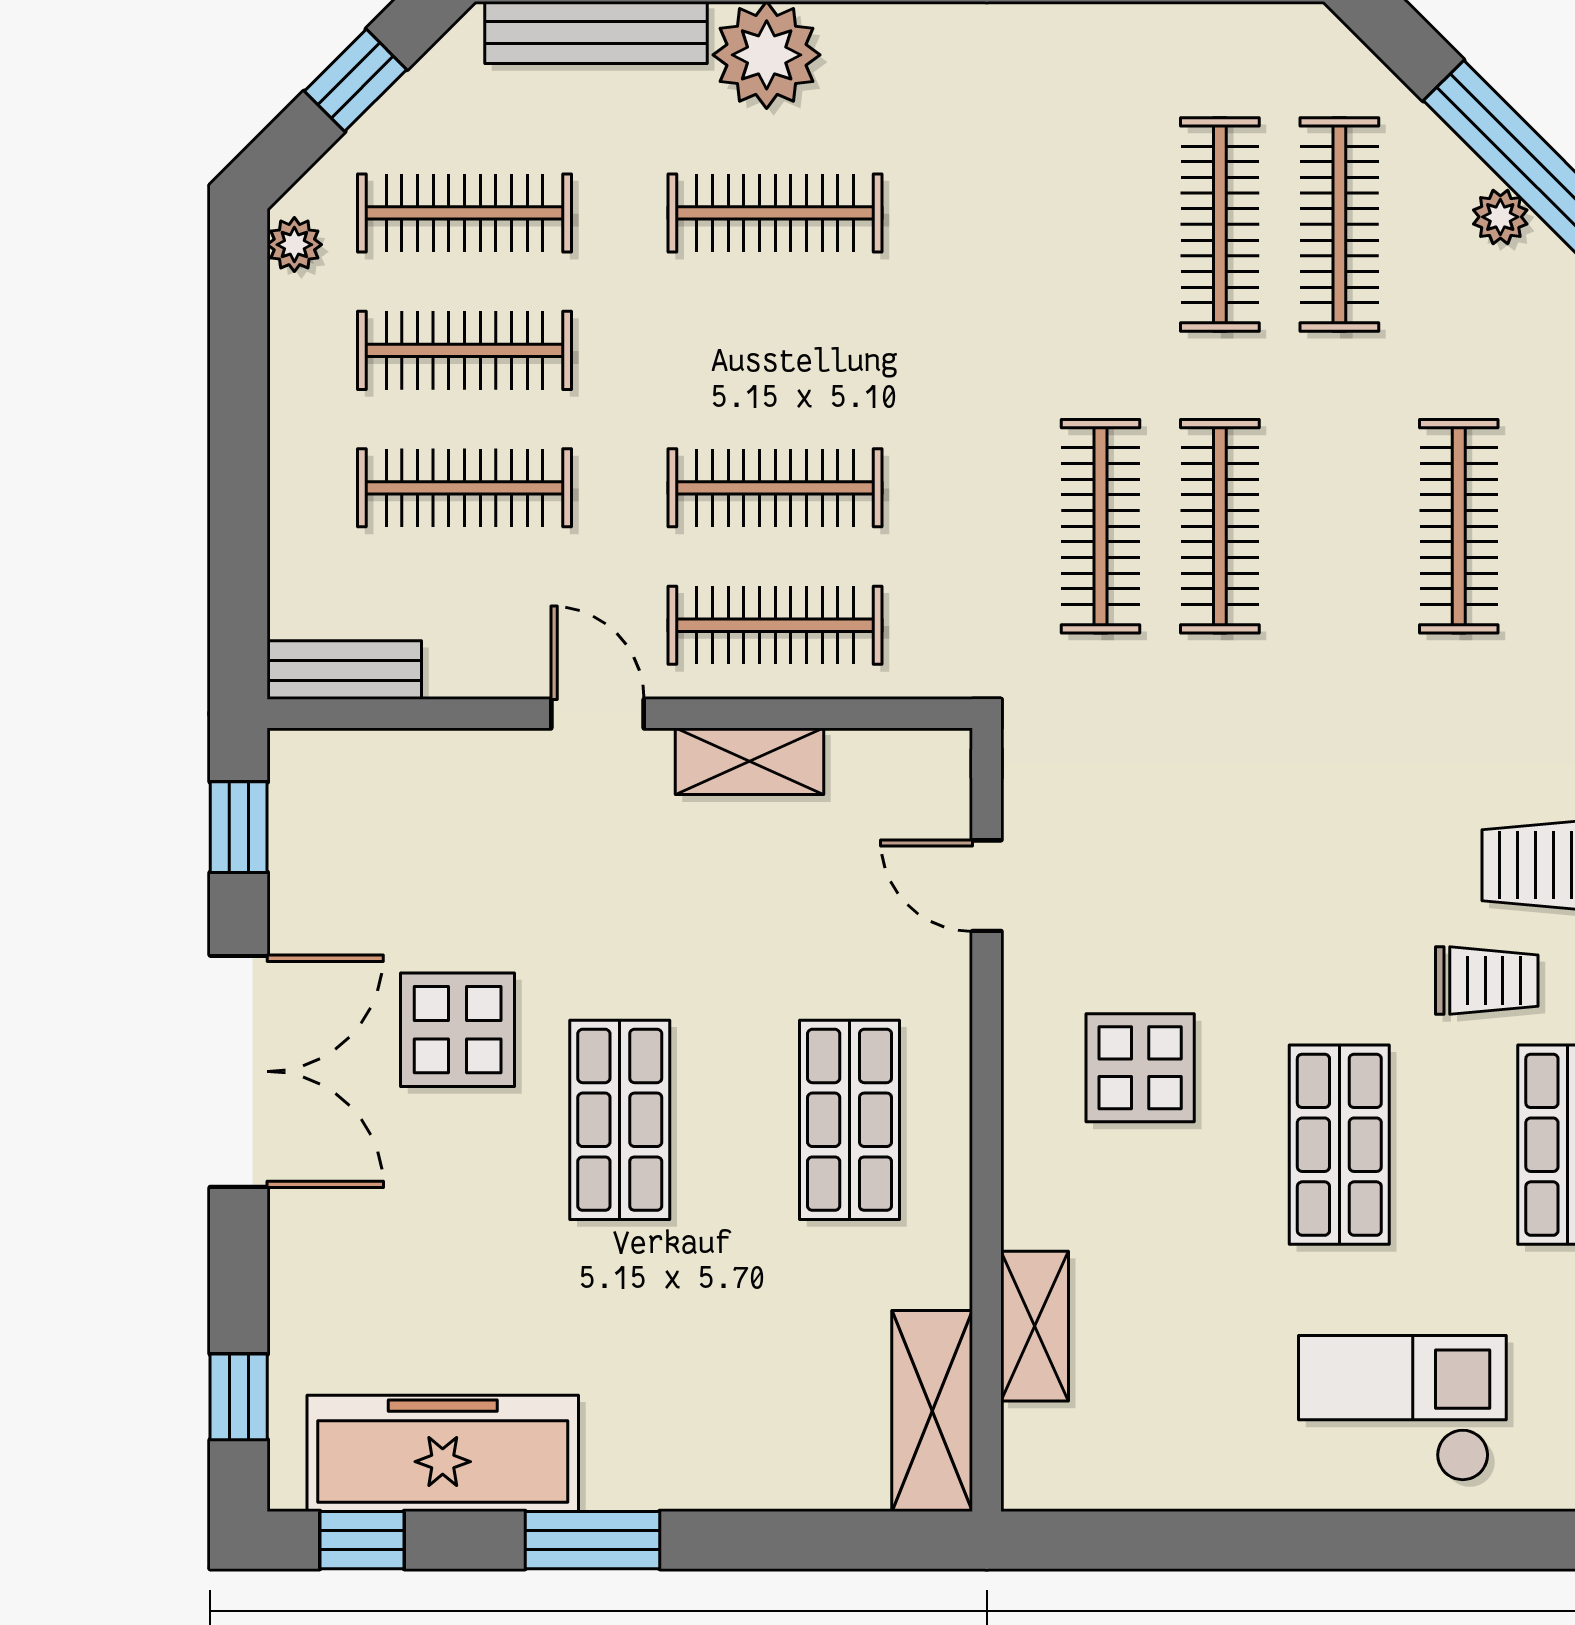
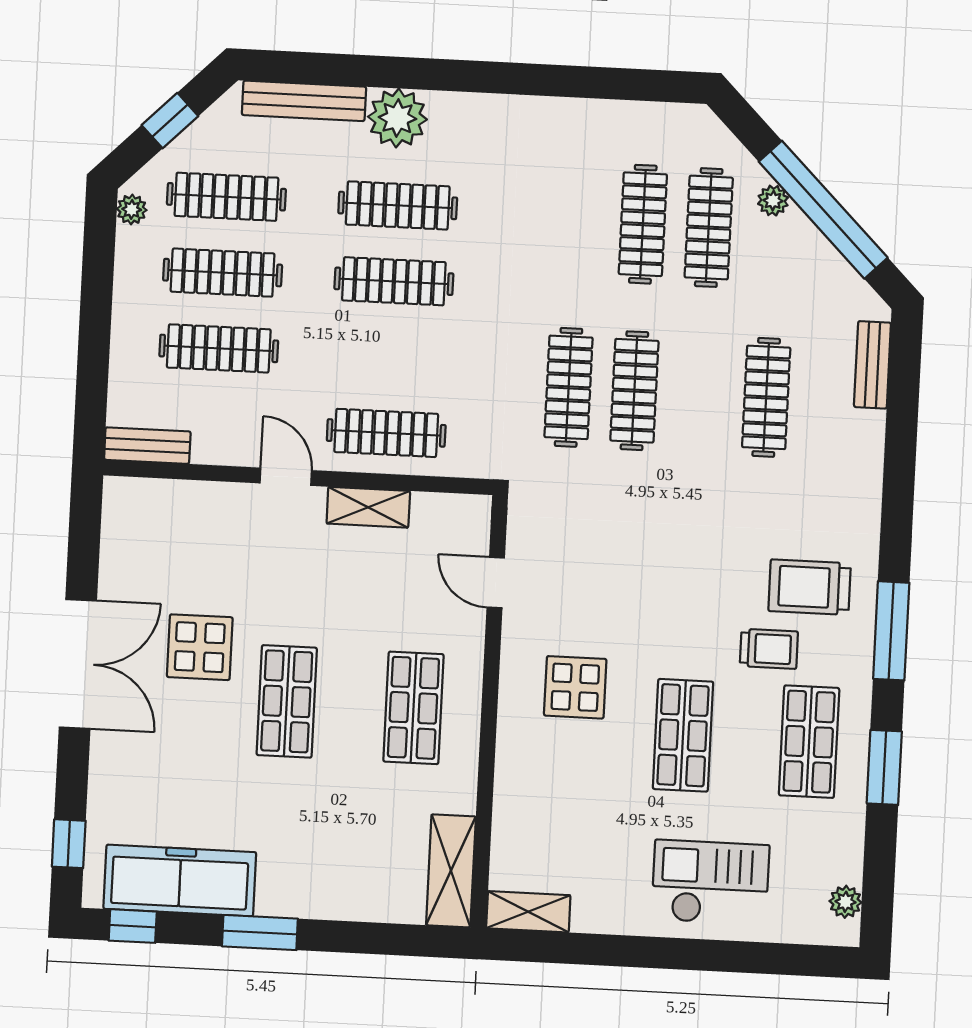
plant: (1500, 217) -> (773, 201), moved
clothes rail: (775, 488) -> (394, 281), moved
window: (239, 827) -> (85, 529), removed
shelving: (1035, 1326) -> (528, 912), moved, turned 90

